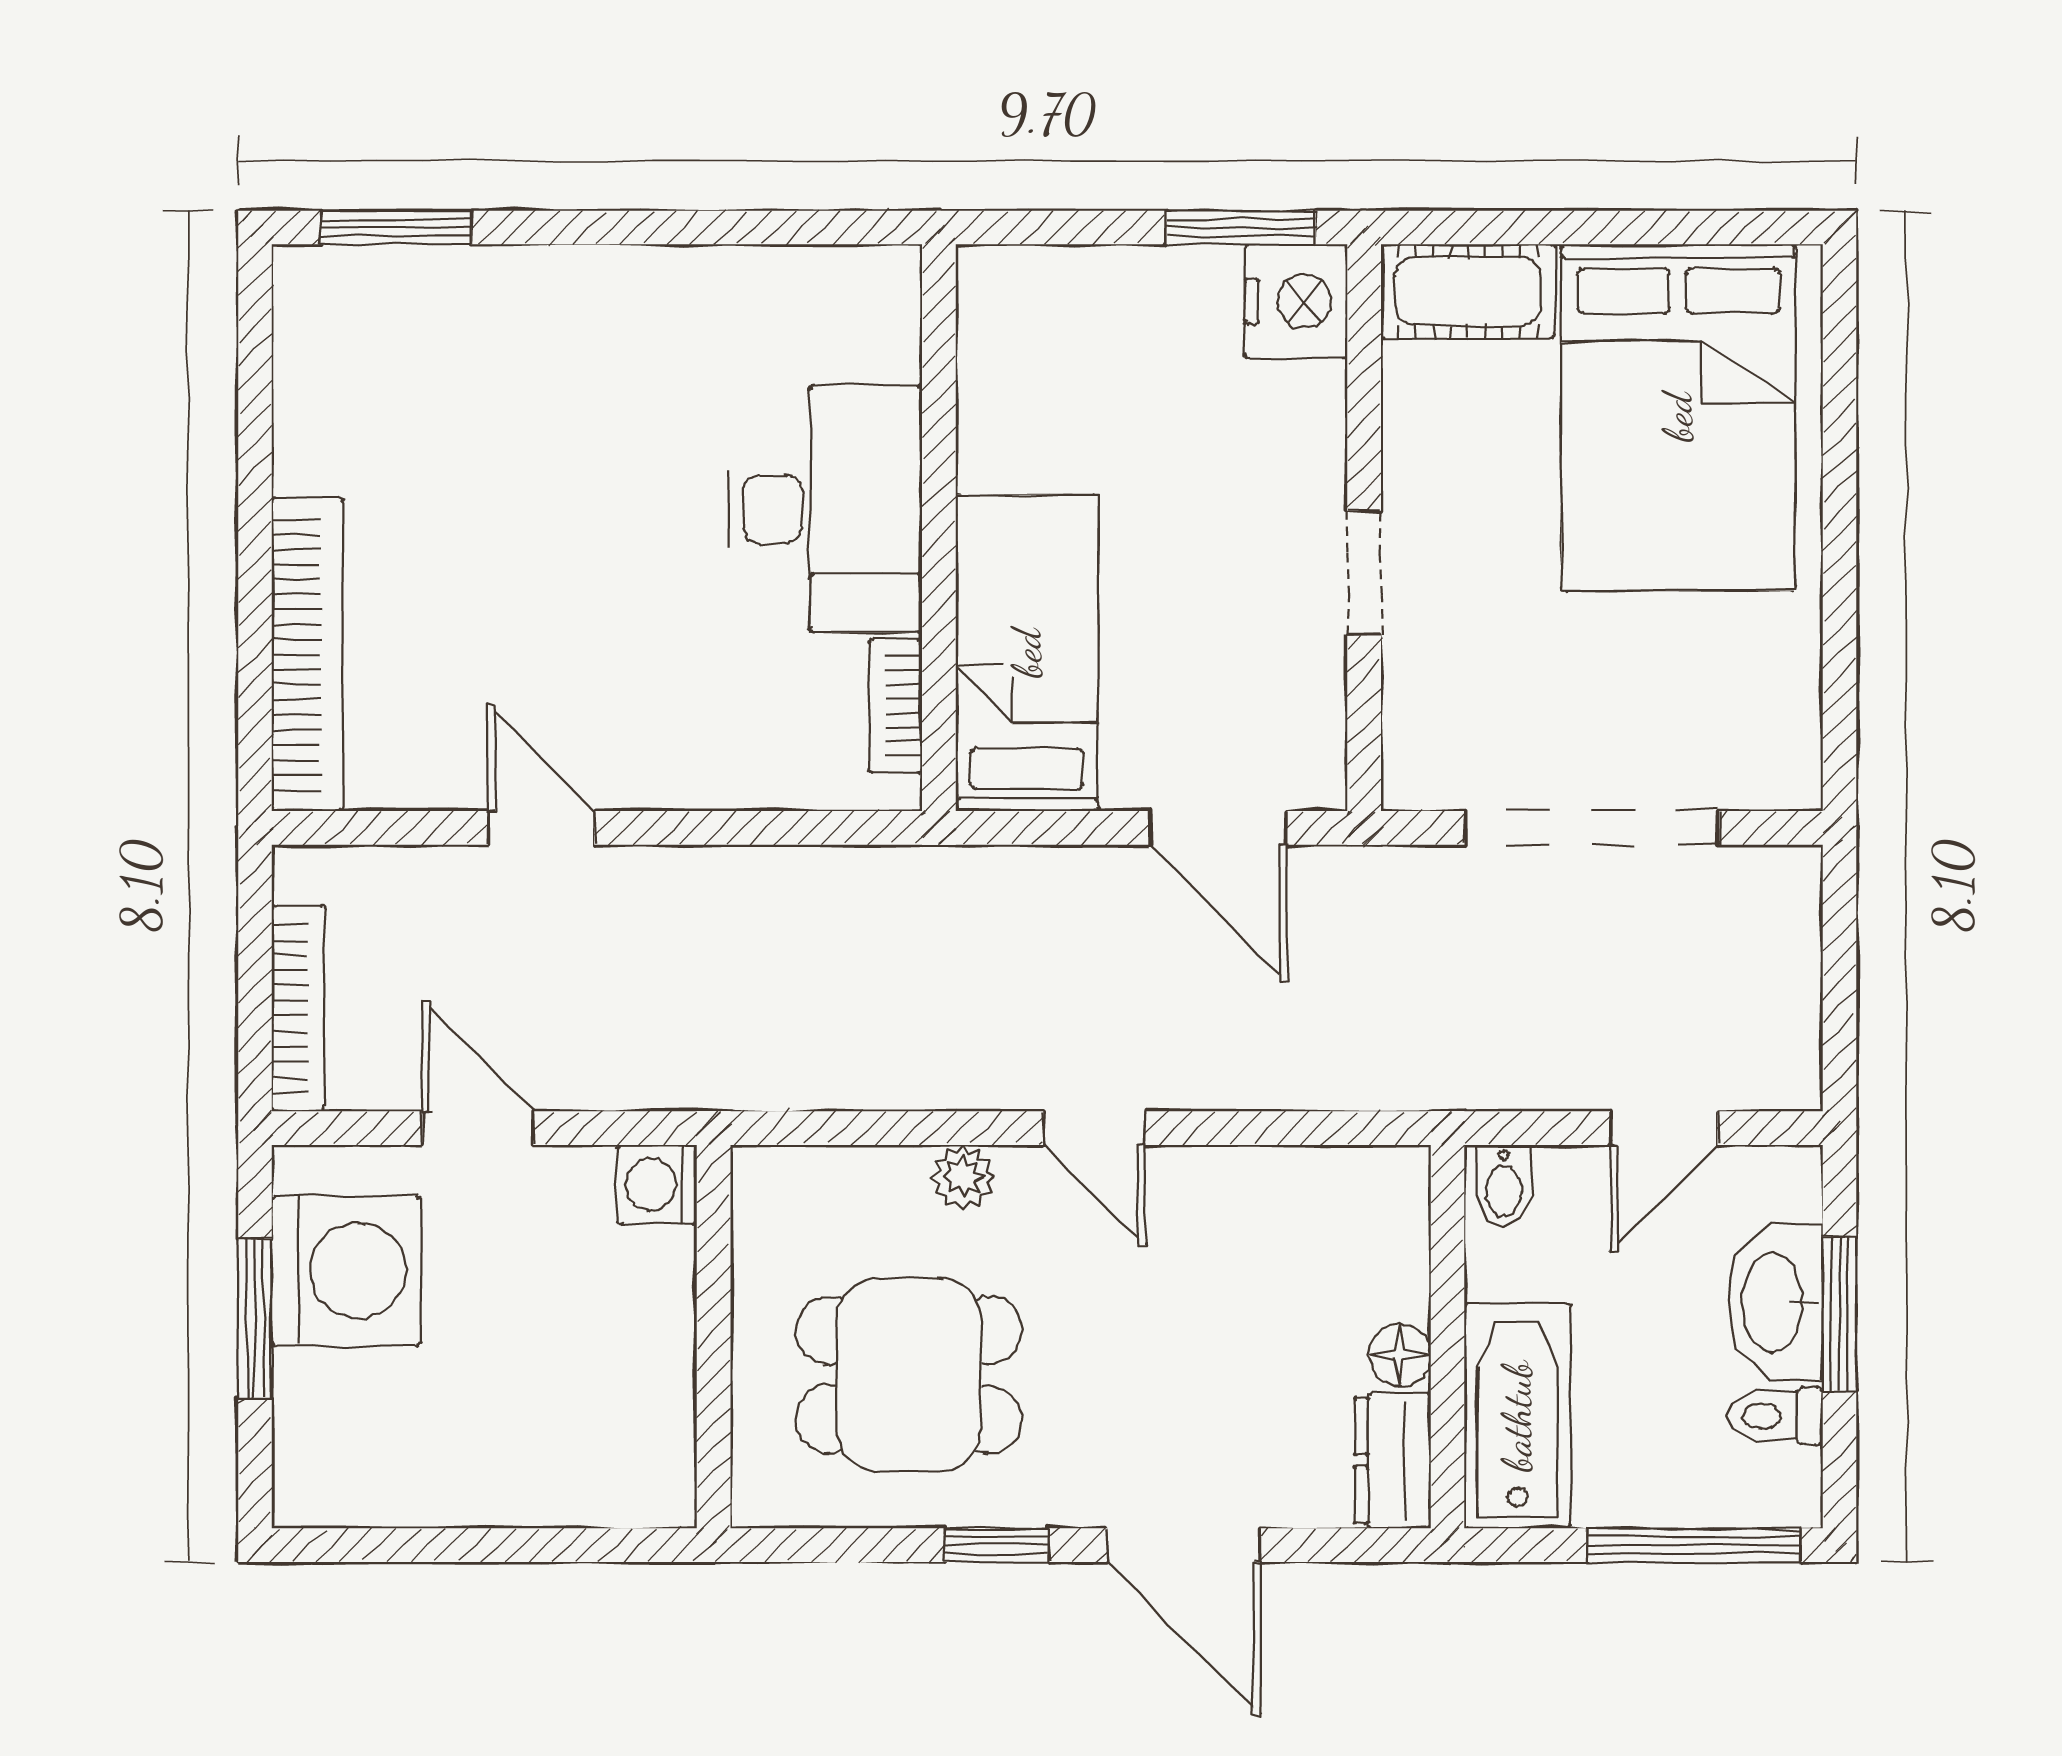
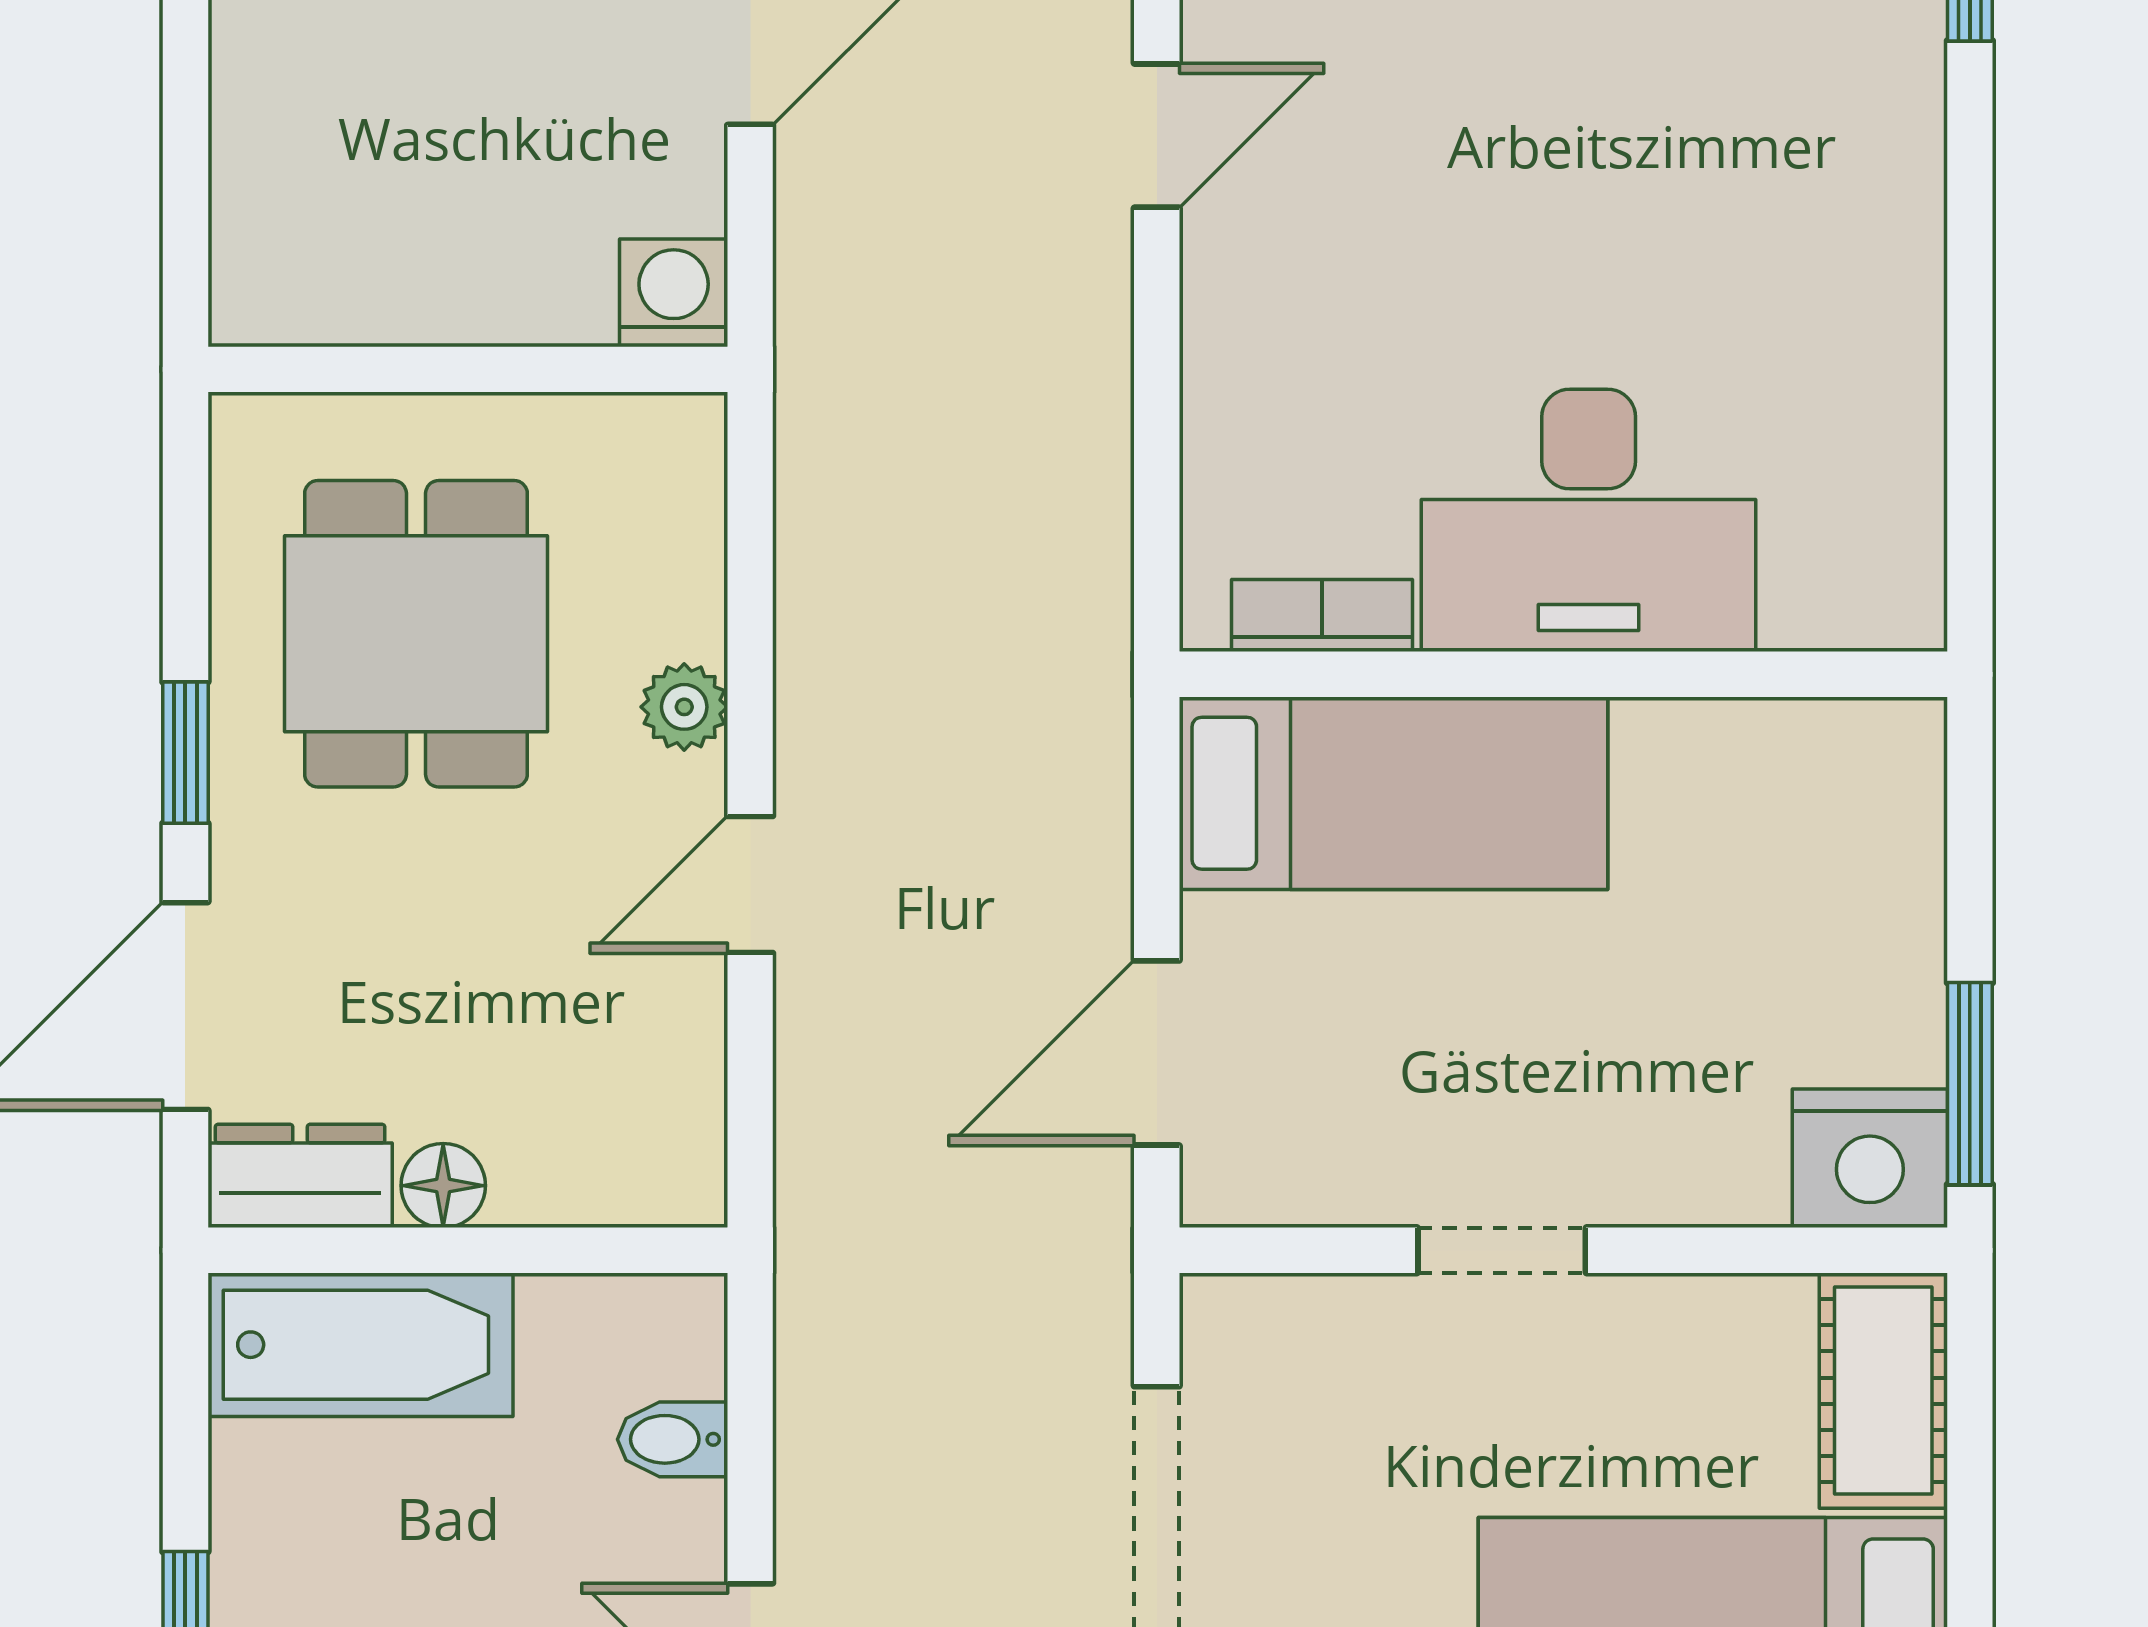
wall: (1448, 1337) -> (468, 1250), moved
floor lamp: (1400, 1355) -> (443, 1186), moved
bathtub: (1517, 1416) -> (360, 1345), moved
dresser: (1393, 1461) -> (300, 1176), moved

